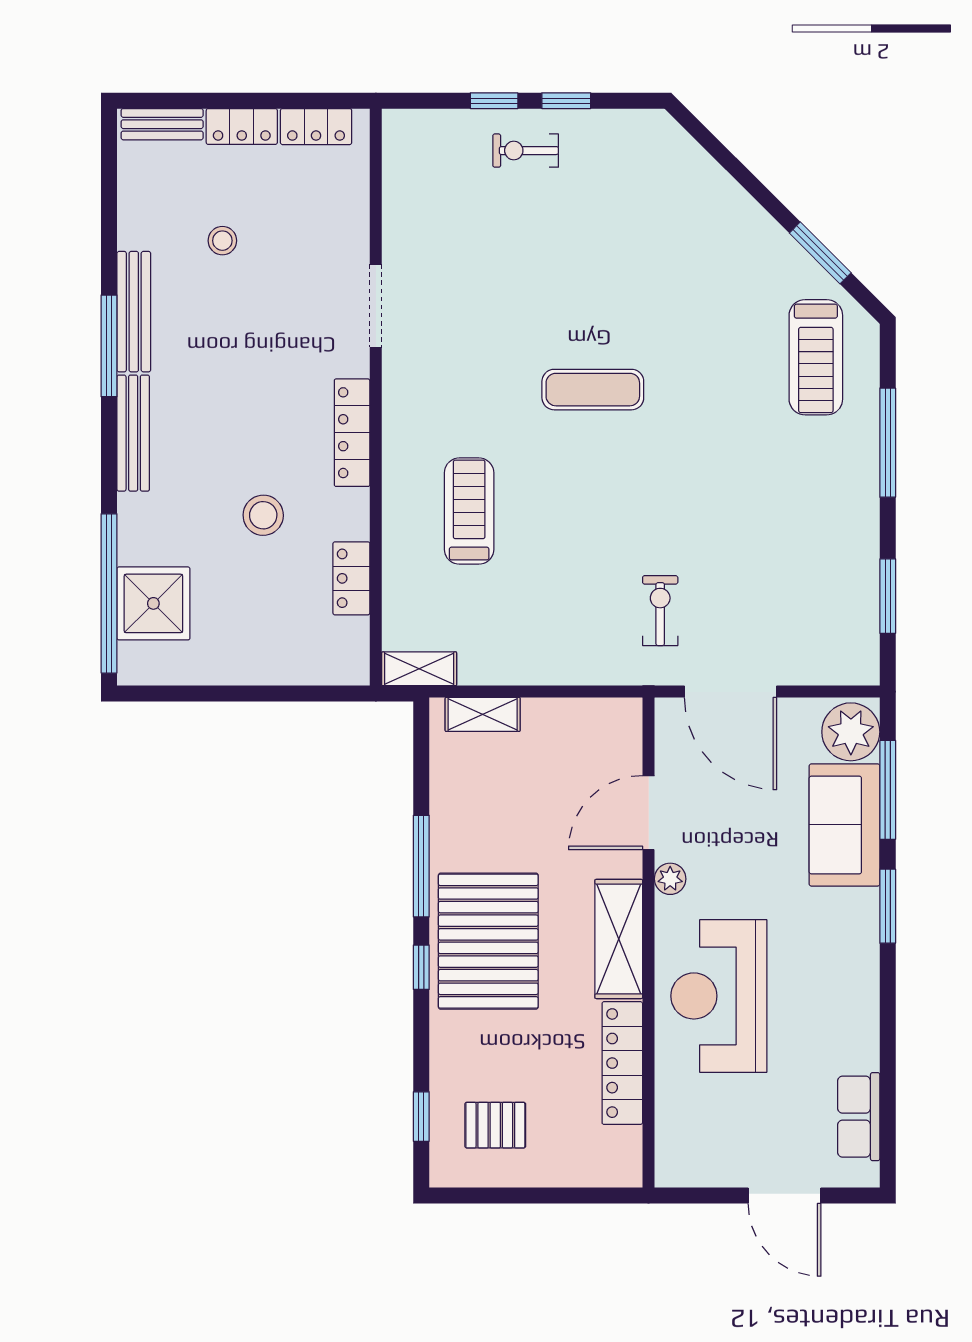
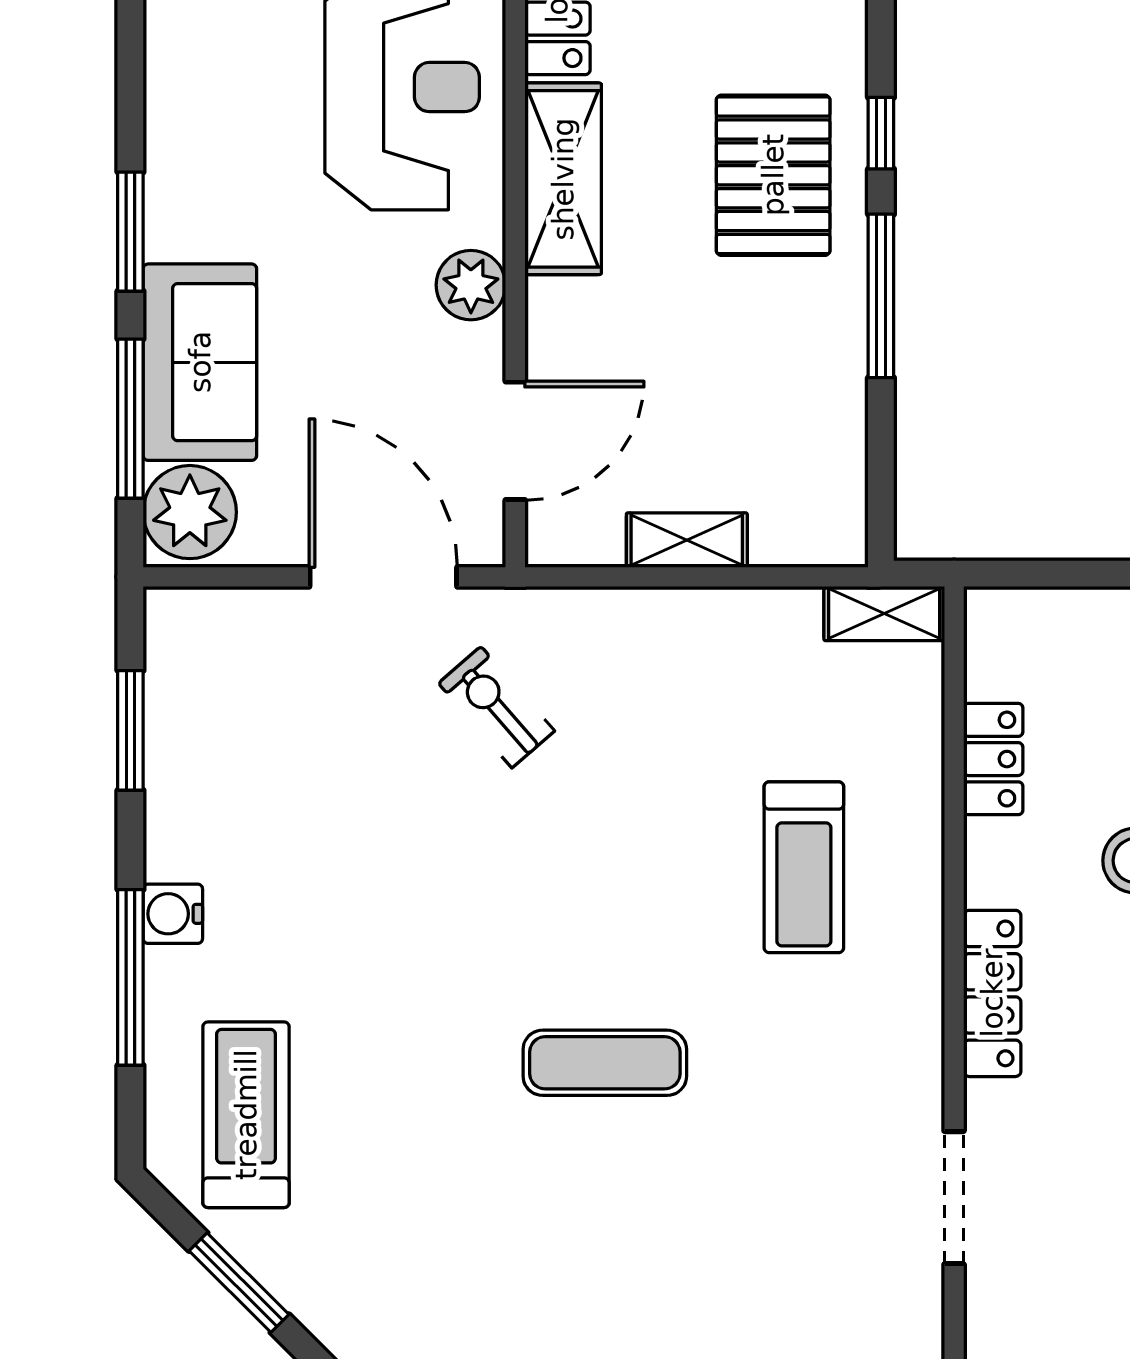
water cooler: (861, 482) -> (173, 914), added
exercise bike: (660, 611) -> (496, 707), turned 139
shelving: (483, 714) -> (687, 540), moved
door: (649, 813) -> (515, 441), moved
plant: (670, 879) -> (471, 285), width x1.38, depth x1.38
pallet: (488, 941) -> (773, 175), width x0.73, depth x0.71

